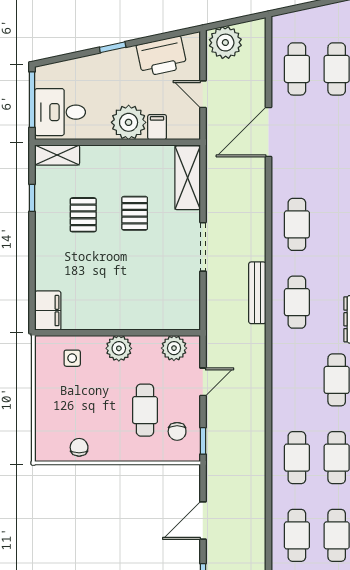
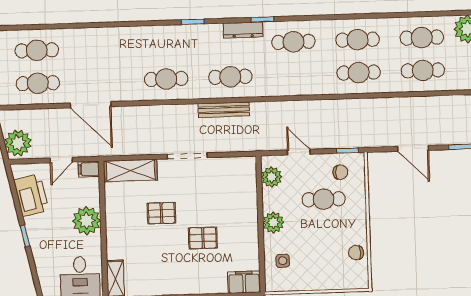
filing cabinet: (157, 127) -> (89, 169), moved
pallet: (83, 215) -> (203, 238), moved

